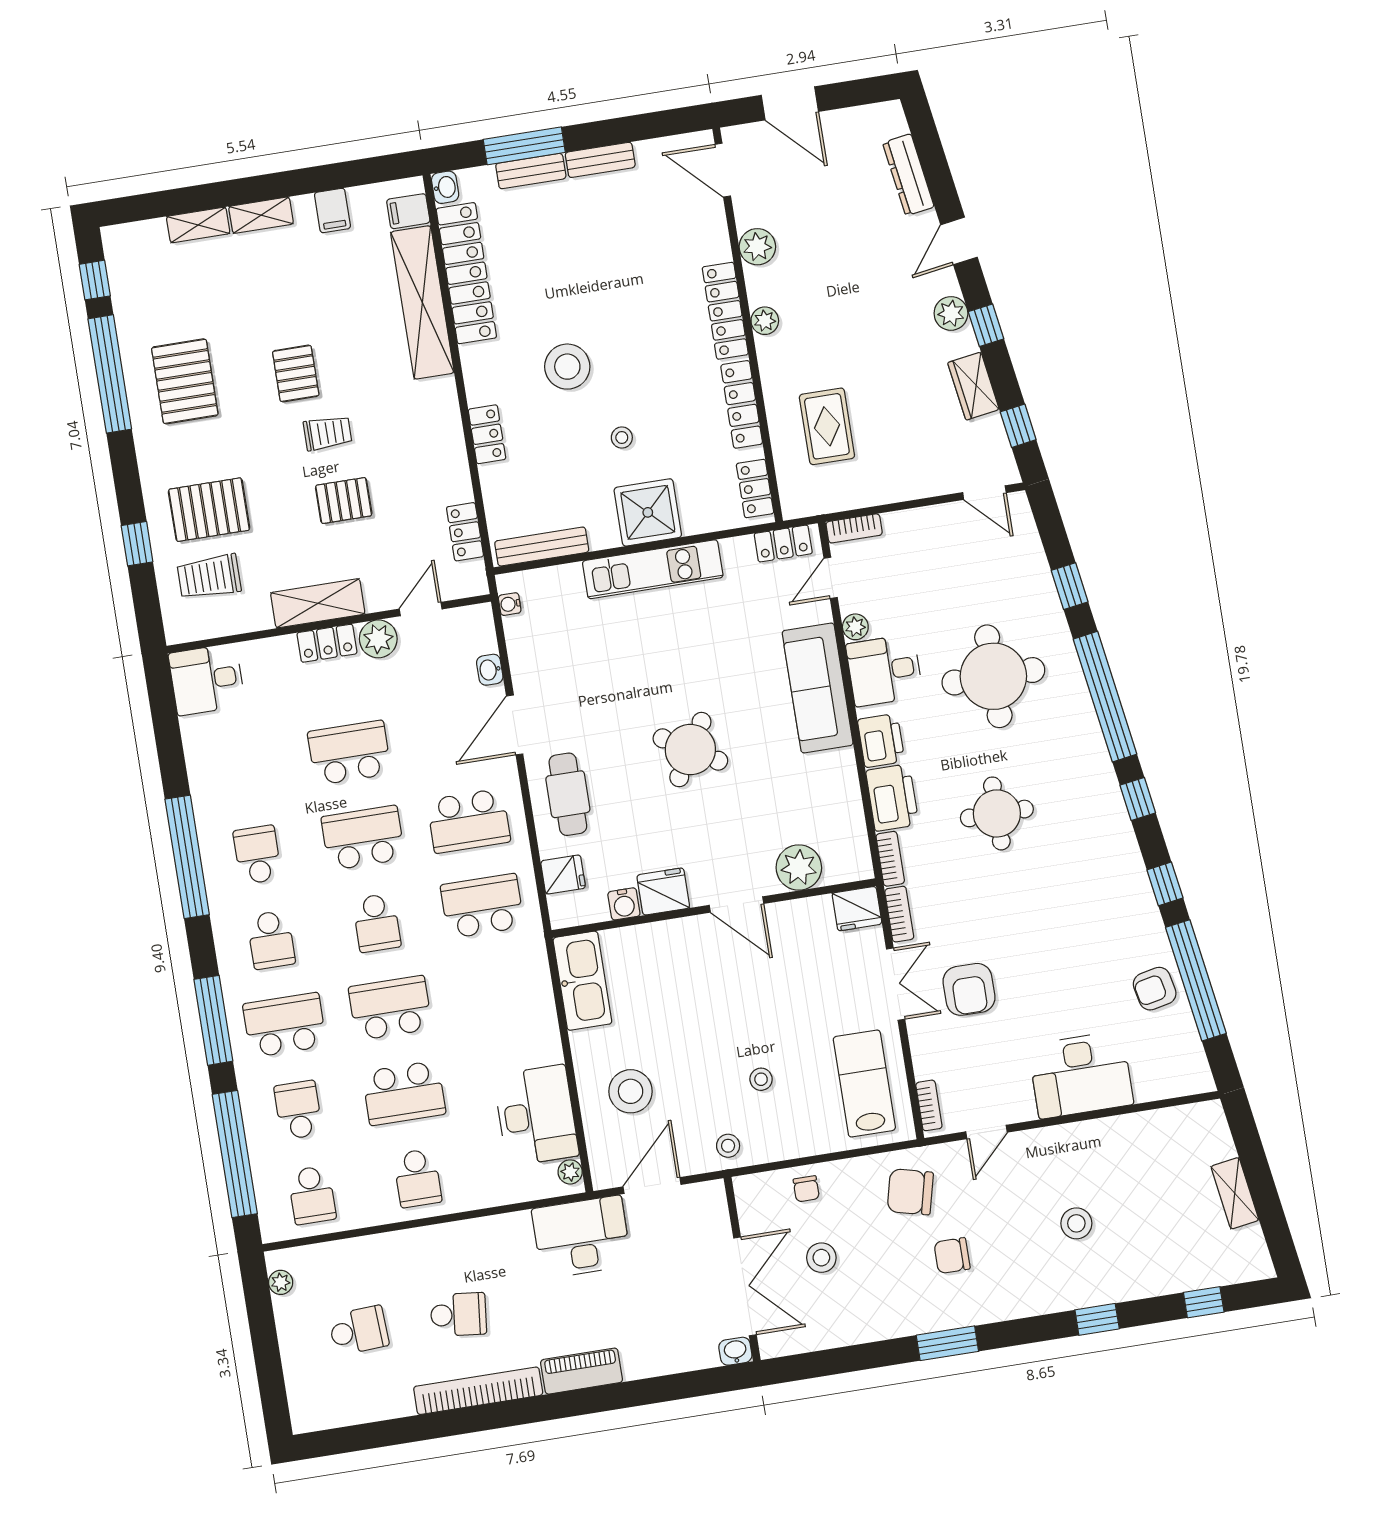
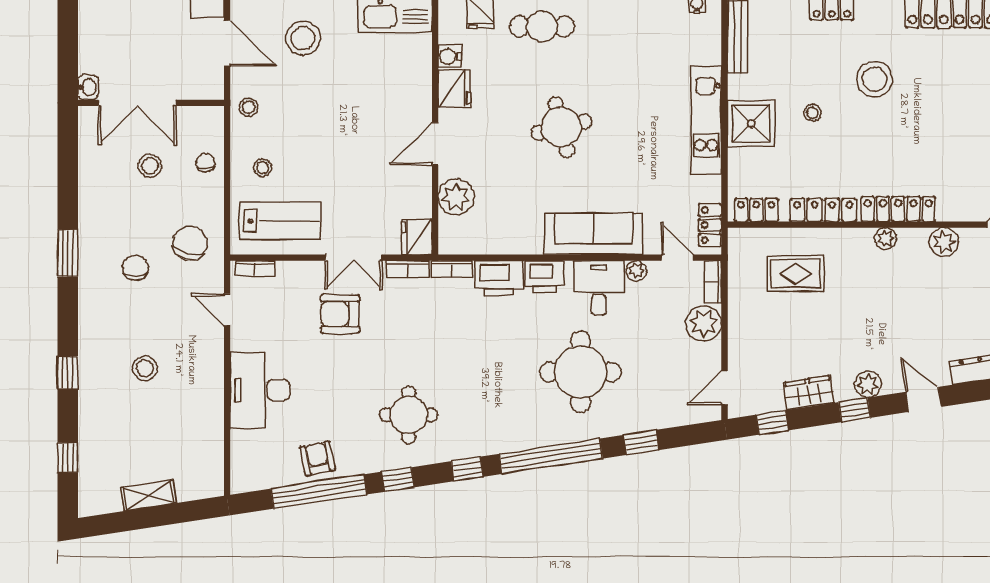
plant: (908, 532) -> (704, 323), added
round table: (690, 750) -> (561, 127), turned 45
round table: (997, 813) -> (409, 415), moved
stool: (761, 1079) -> (263, 168), moved
chair: (806, 1189) -> (205, 163), turned 90

